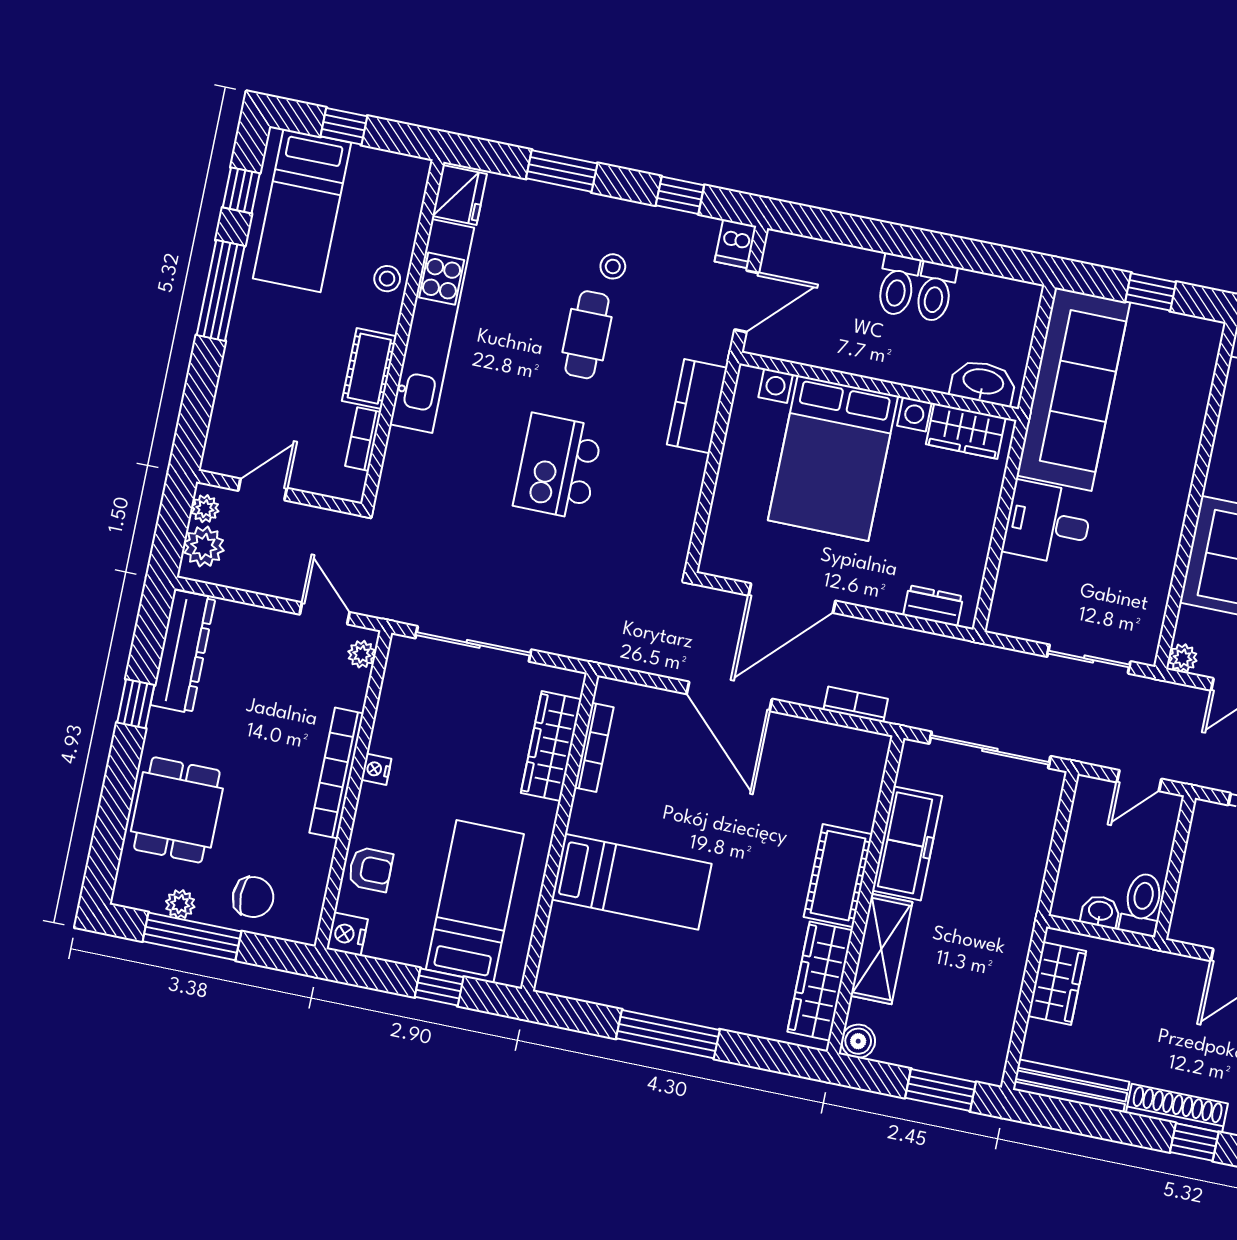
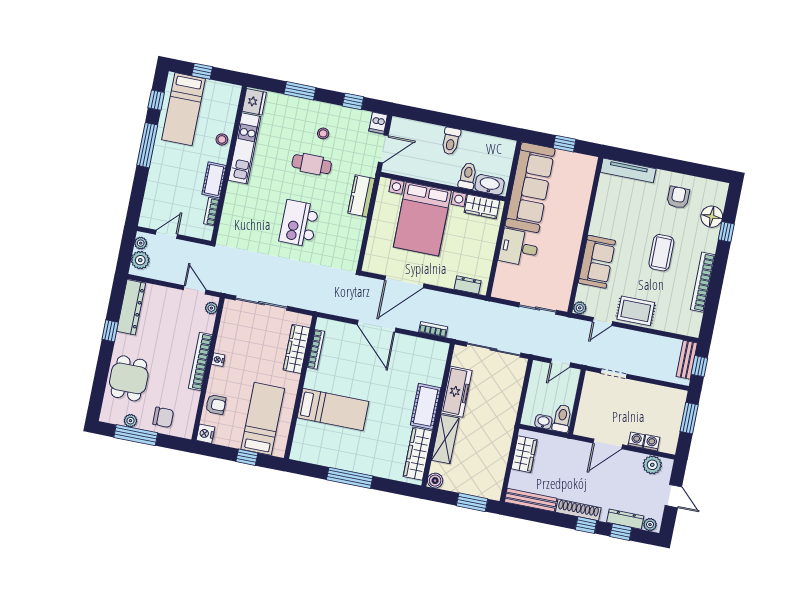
toilet: (935, 292) -> (468, 176), moved, turned 180
kitchen unit: (432, 326) -> (245, 148), width x0.73
cafe table: (587, 335) -> (312, 164), turned 90

